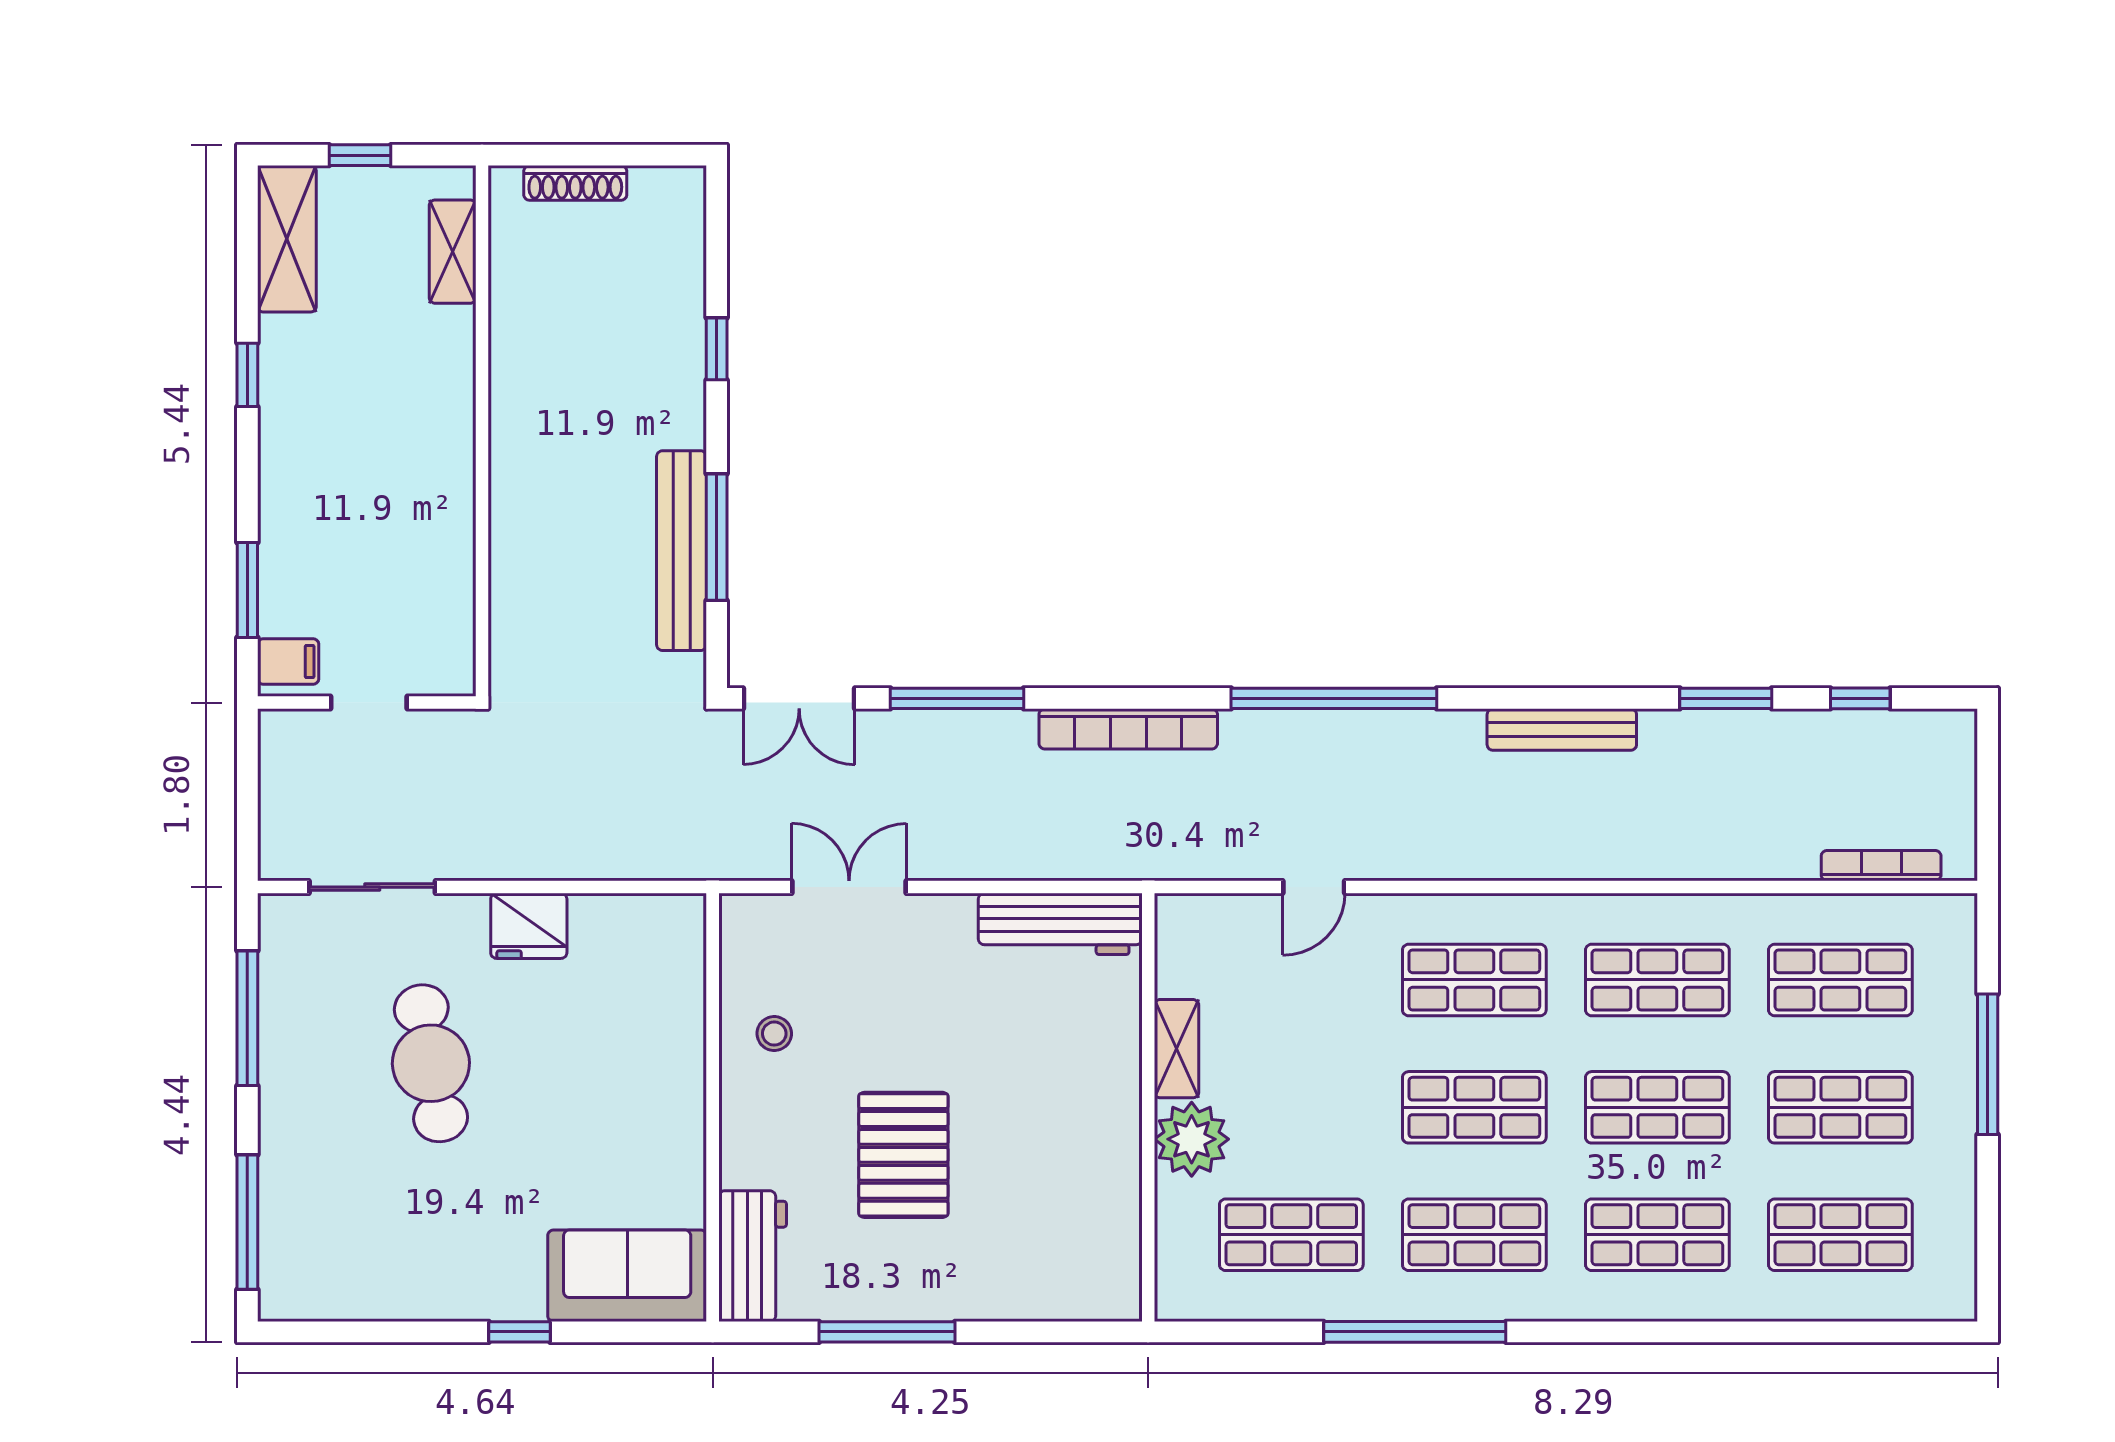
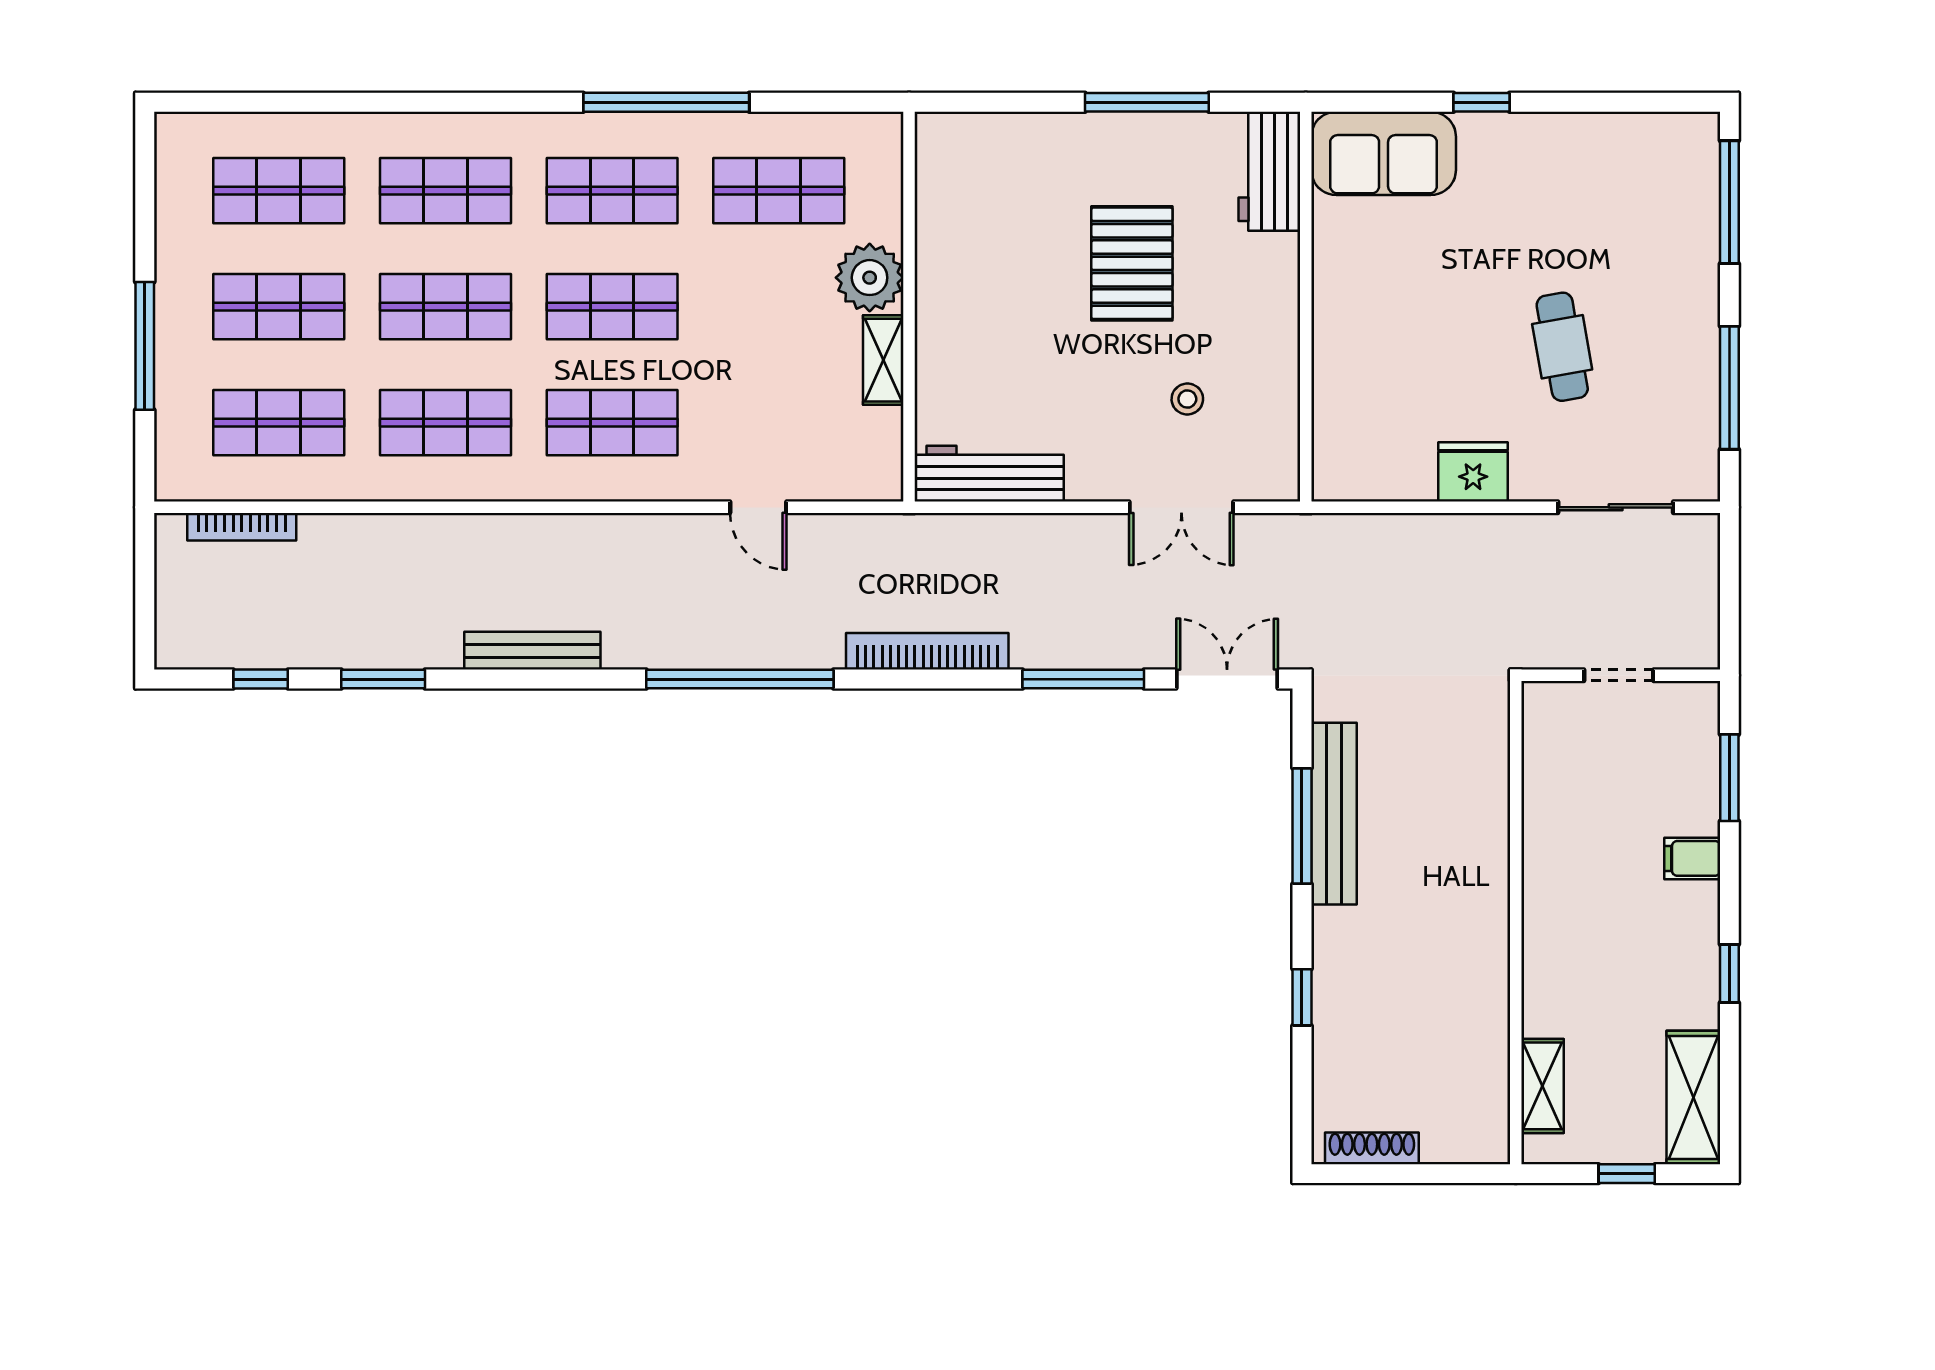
shoe rack: (575, 183) -> (1372, 1148), moved
filing cabinet: (288, 661) -> (1692, 858), moved
door: (1314, 887) -> (758, 507), swing flipped
stool: (774, 1034) -> (1187, 399), moved
cafe table: (431, 1063) -> (1562, 347), width x0.73, depth x0.74

